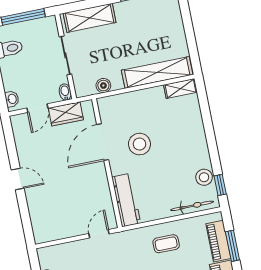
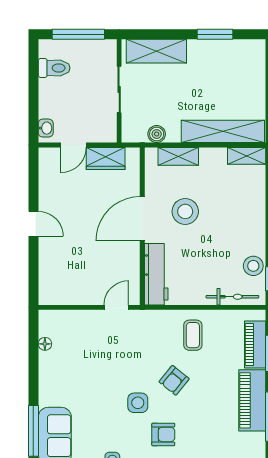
bidet: (65, 92) -> (110, 133), removed
shelving: (125, 100) -> (178, 156), added
door: (103, 142) -> (142, 219), moved
coffee table: (166, 244) -> (193, 335), turned 90

